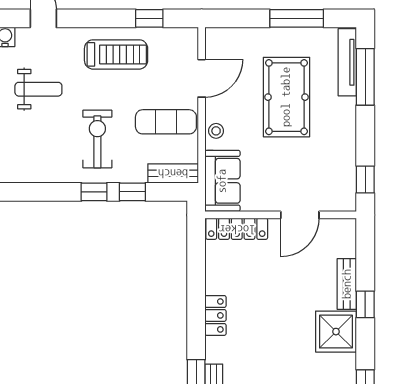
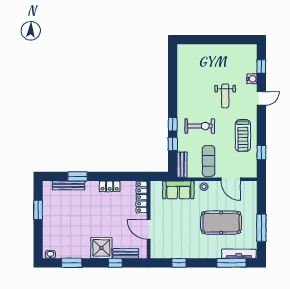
wall: (281, 215) -> (149, 220), moved
door: (300, 215) -> (149, 229), moved
locker: (237, 229) -> (142, 197), moved

